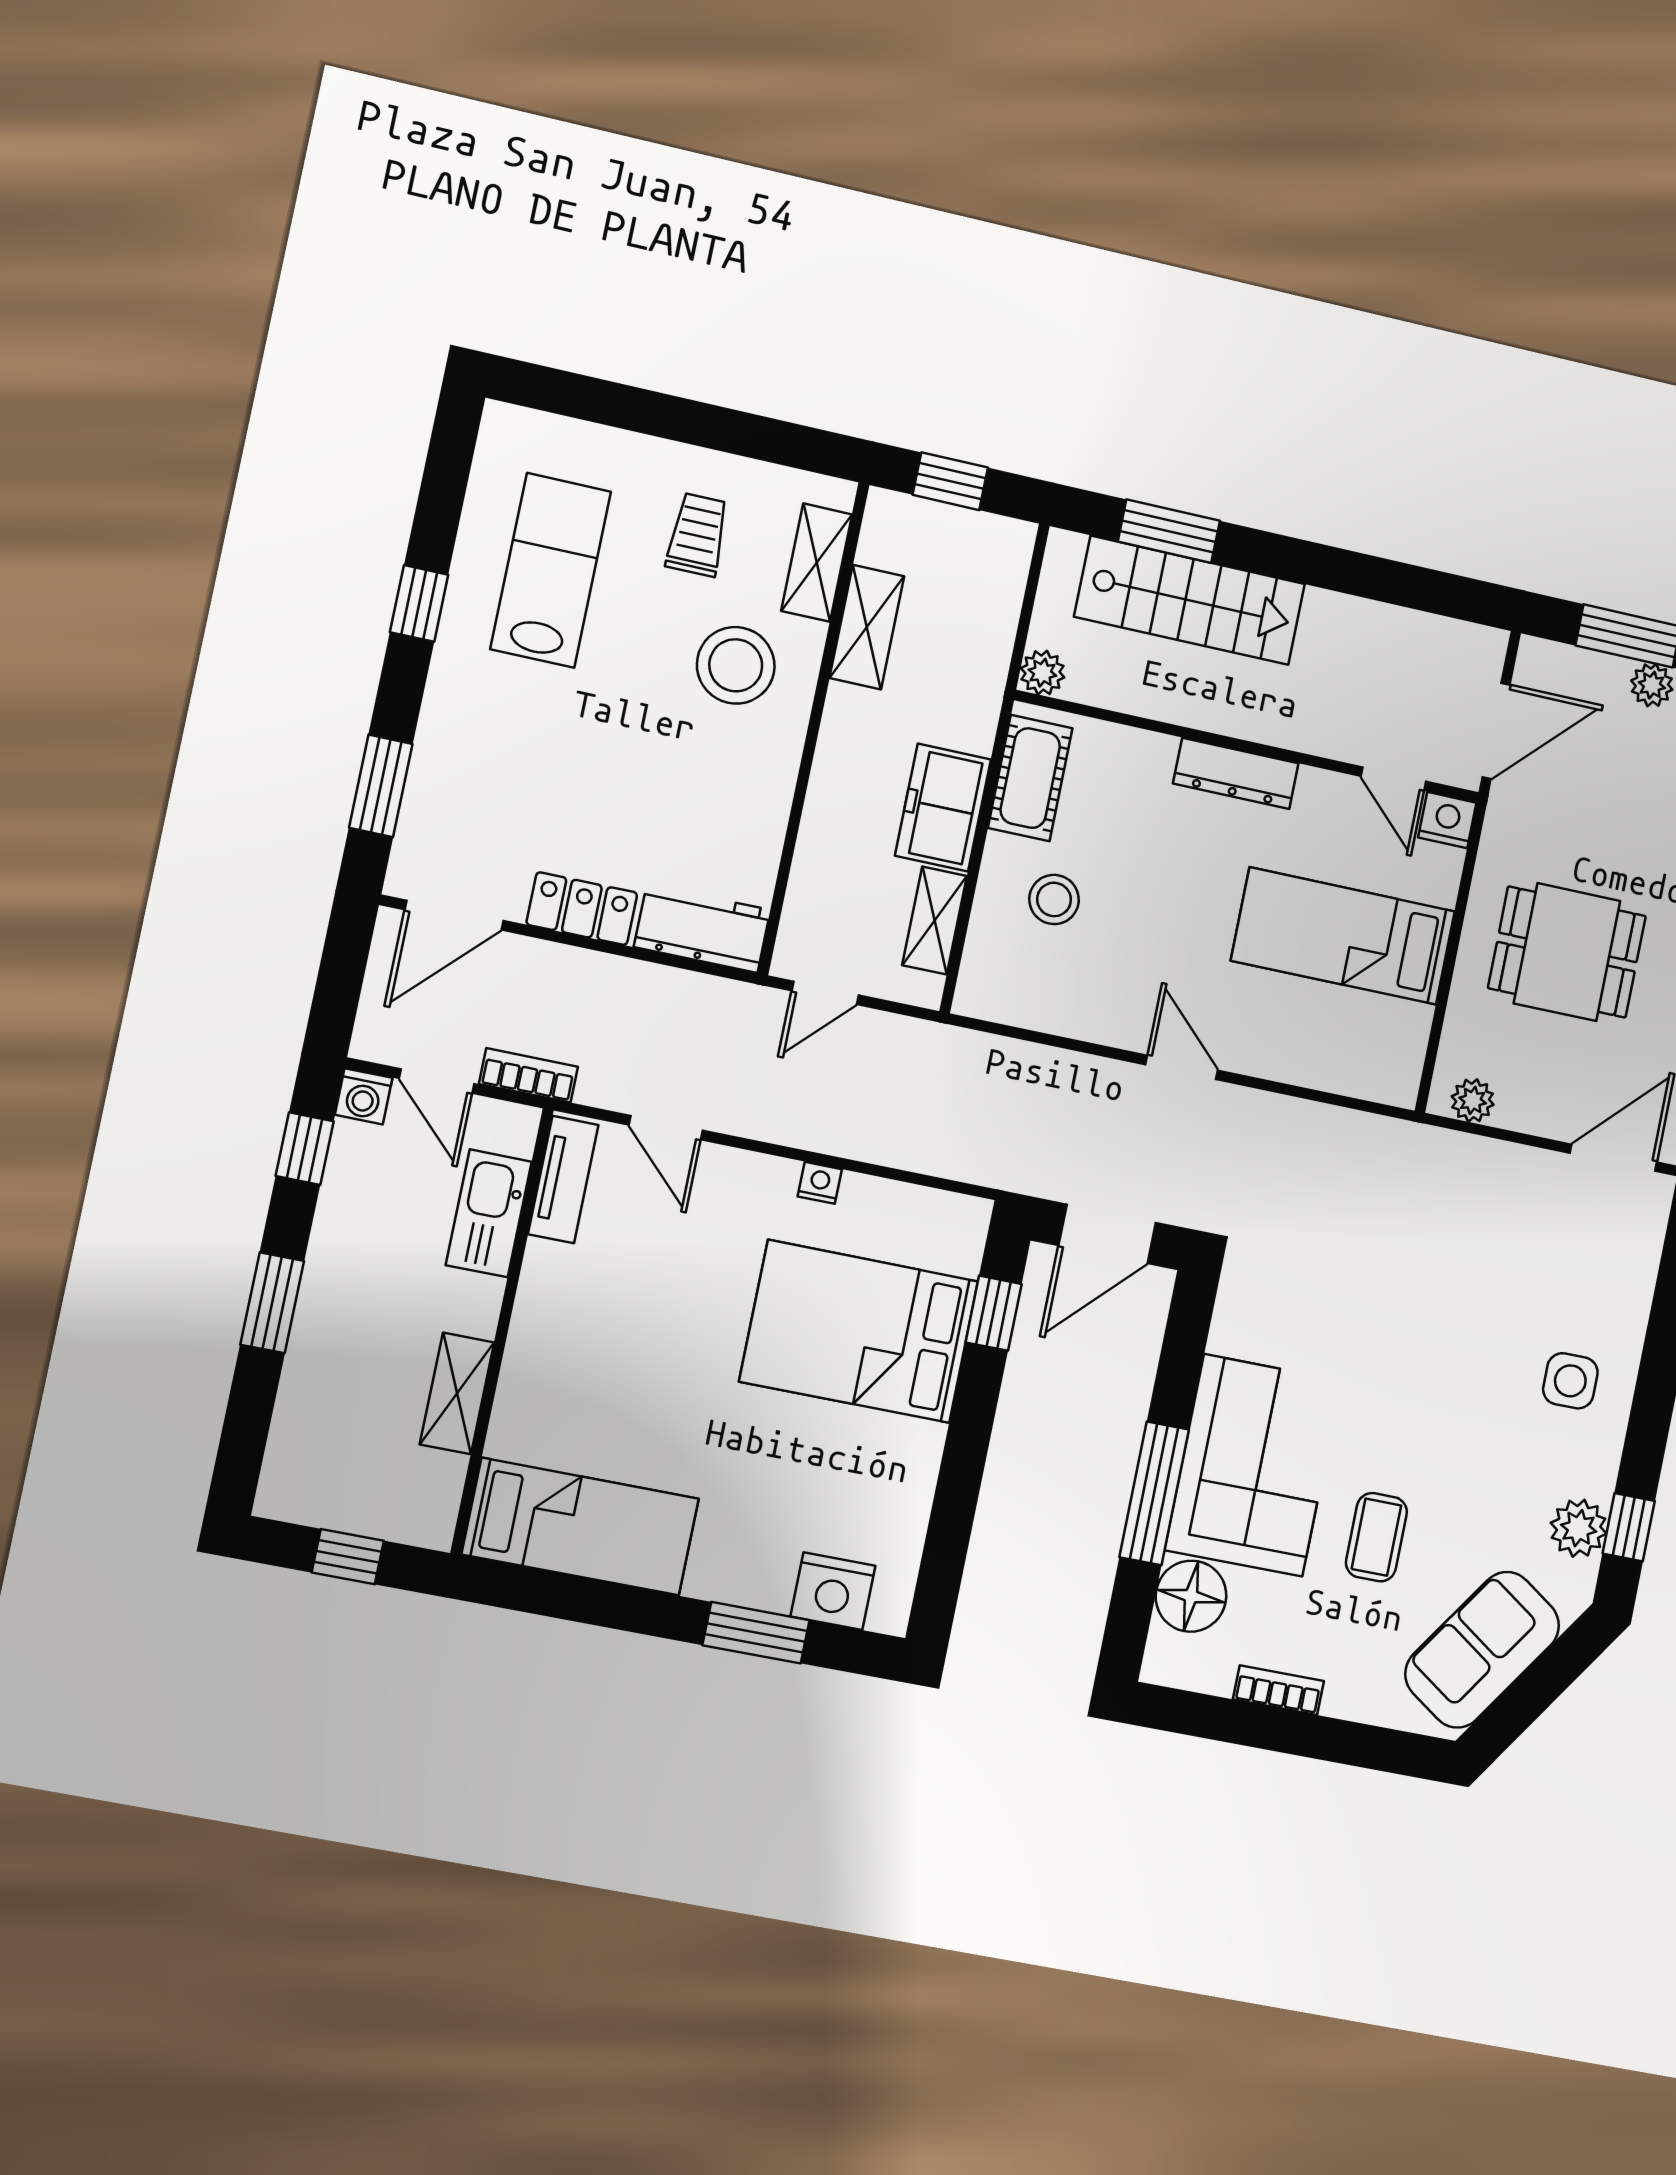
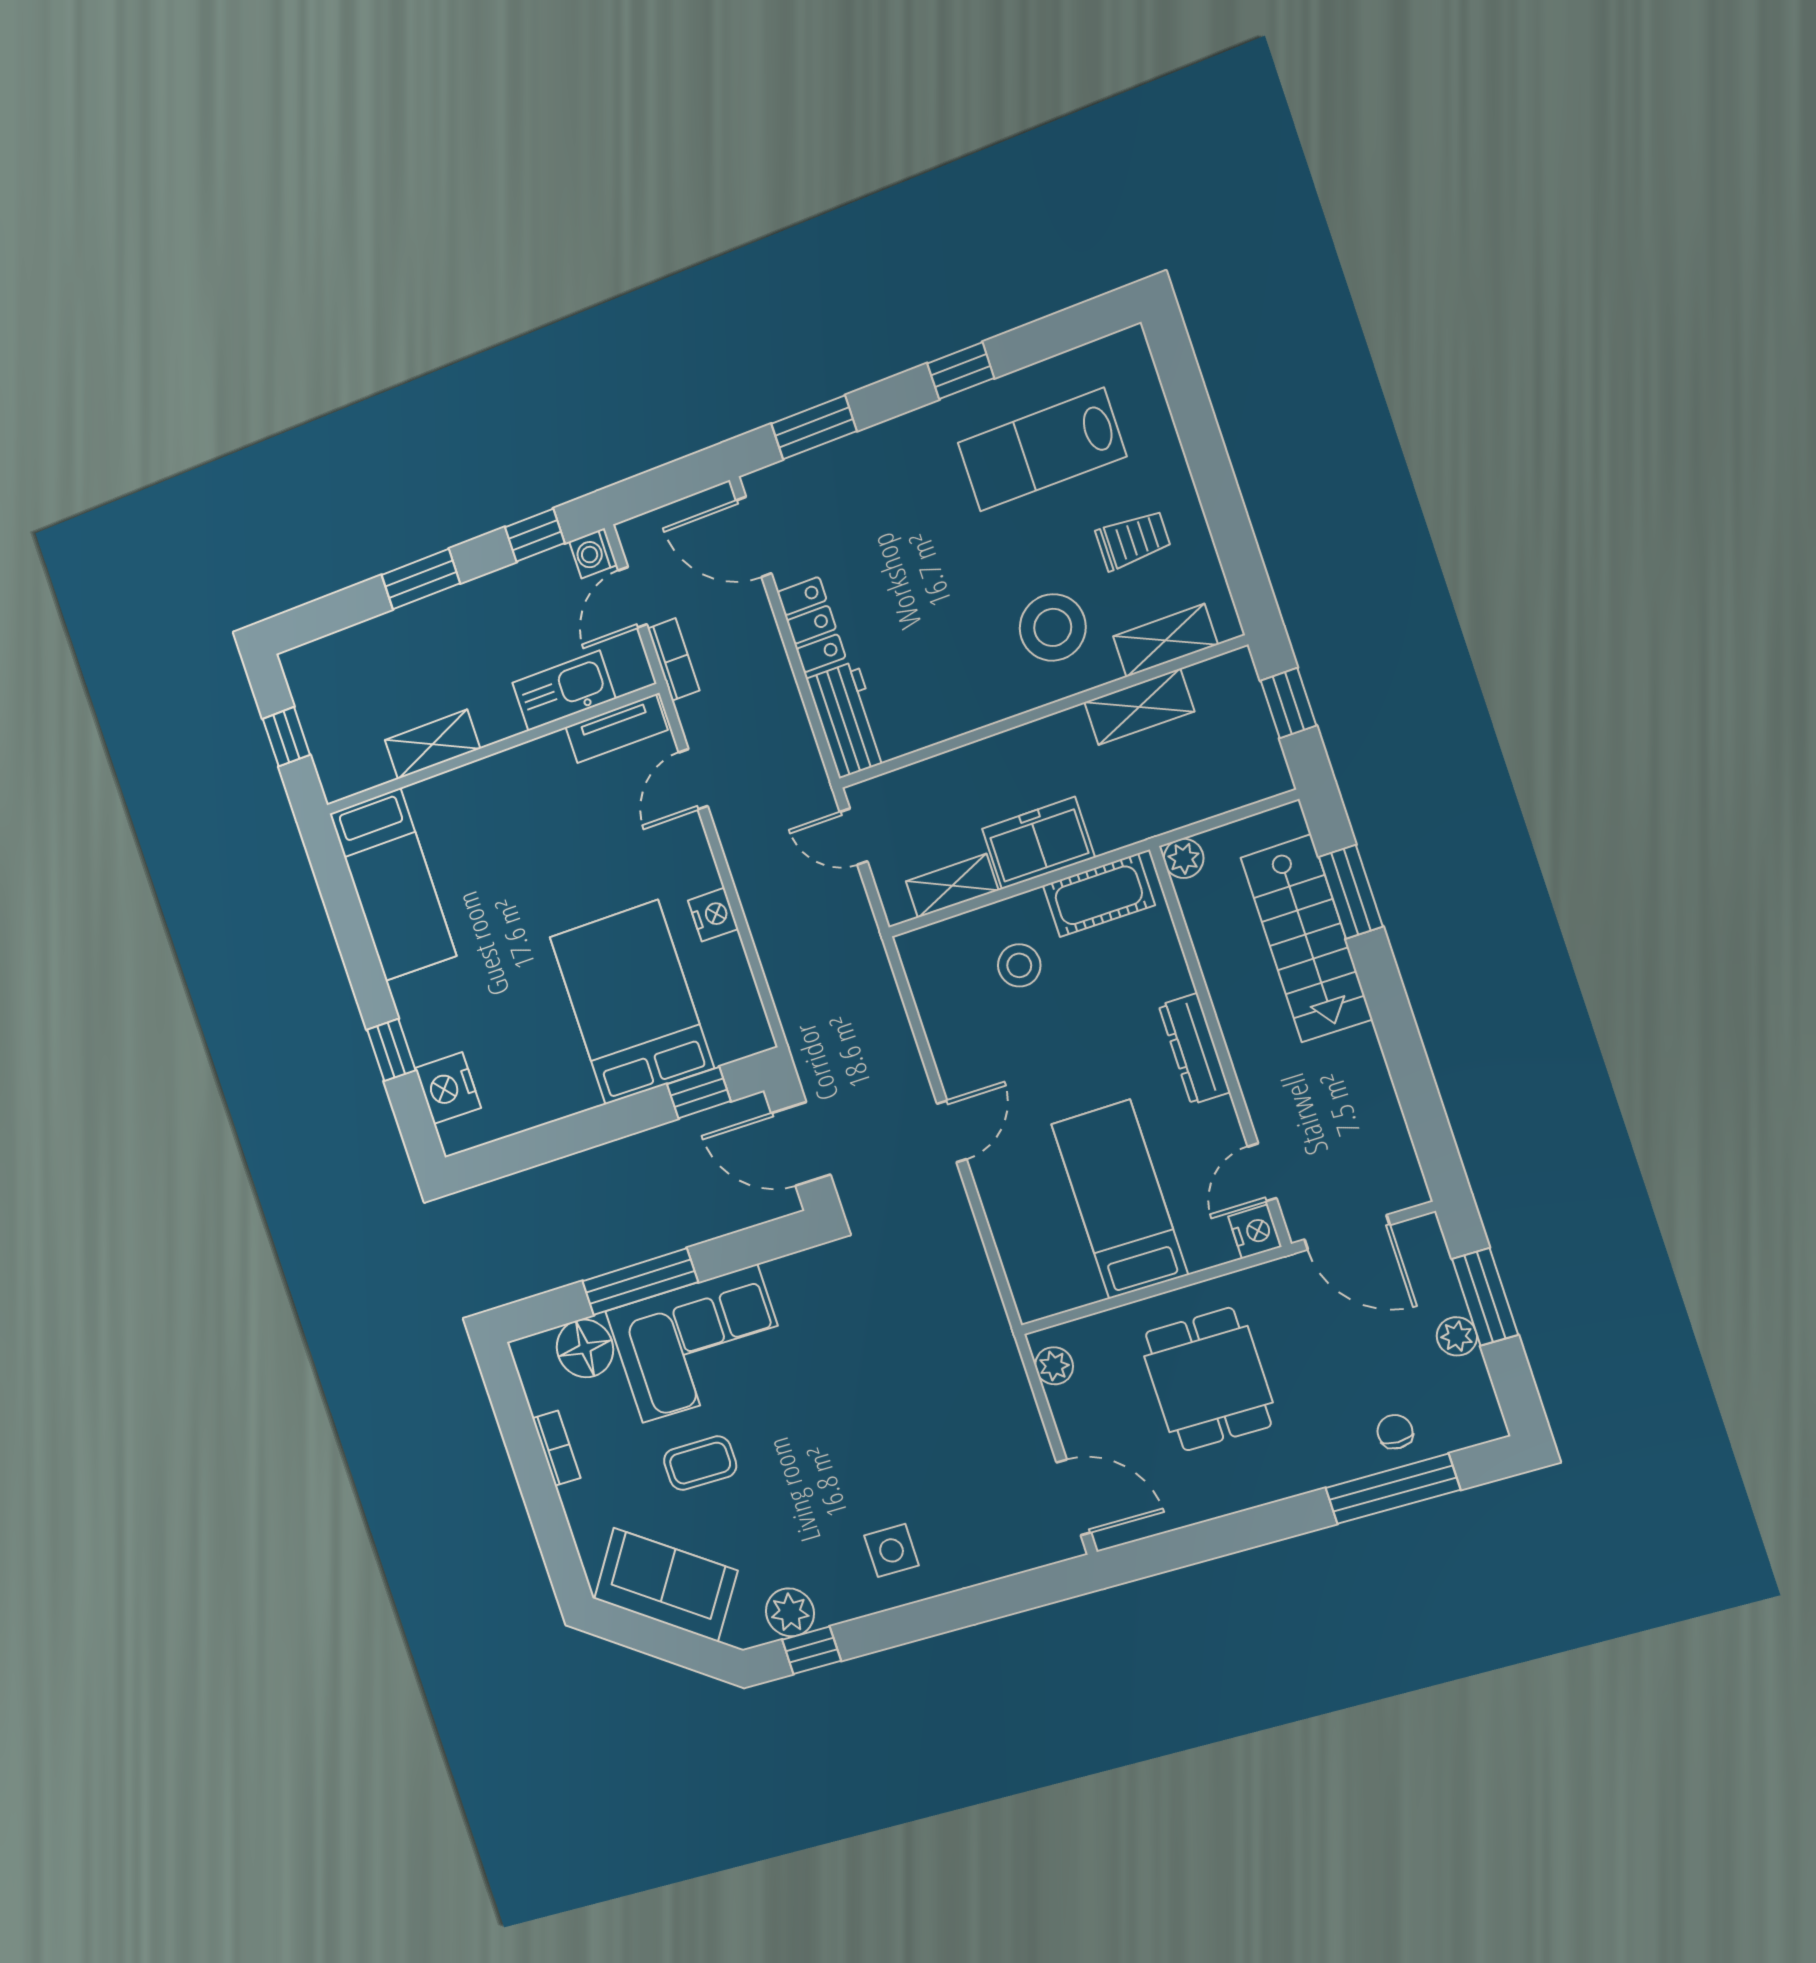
lab bench: (551, 570) -> (1042, 450), turned 180
nightstand: (820, 1183) -> (713, 915), width x1.39, depth x1.35
window: (756, 1633) -> (391, 1050), width x0.67

